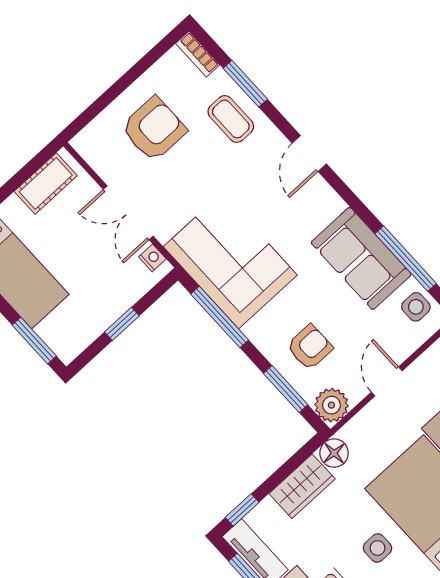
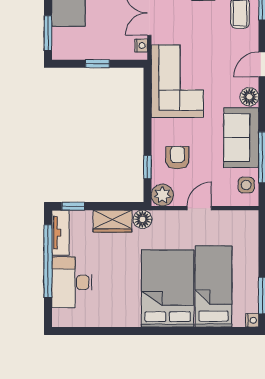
floor lamp: (328, 204) -> (249, 97), added
window: (220, 317) -> (147, 103), removed
armchair: (310, 347) -> (177, 158), turned -90
window: (286, 389) -> (147, 167), width x0.67
side table: (377, 548) -> (122, 284), removed

